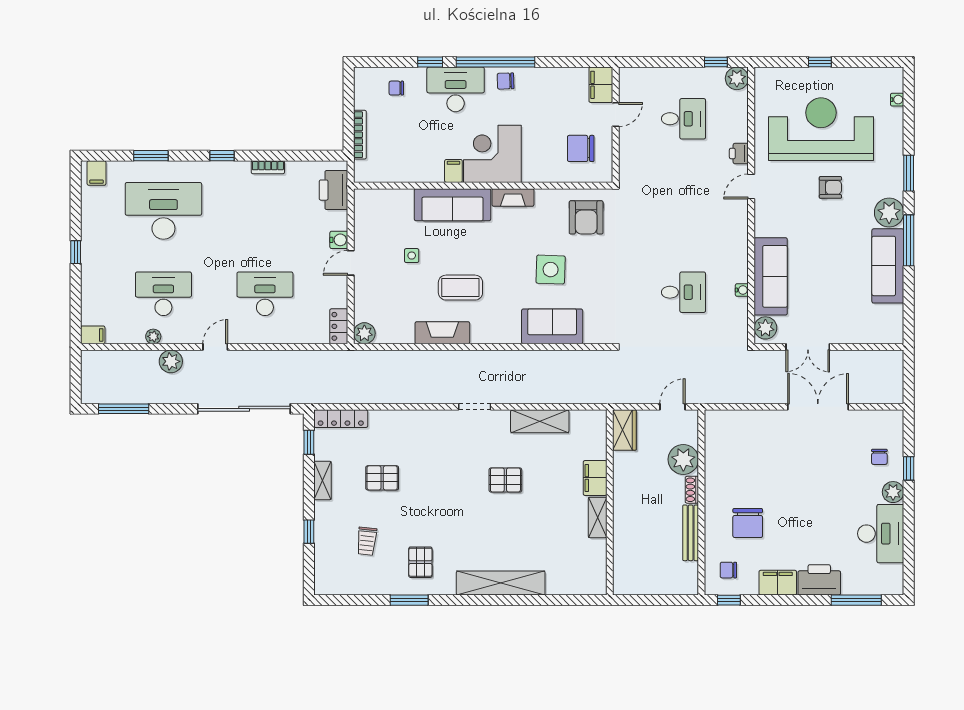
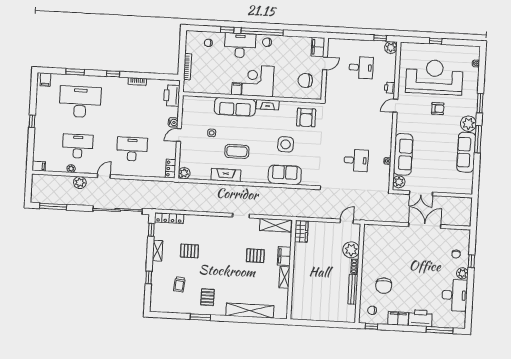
wardrobe: (624, 430) -> (301, 231), moved
filing cabinet: (595, 478) -> (284, 256), moved
wall: (610, 502) -> (291, 270), moved
shelving: (598, 517) -> (284, 277), moved

